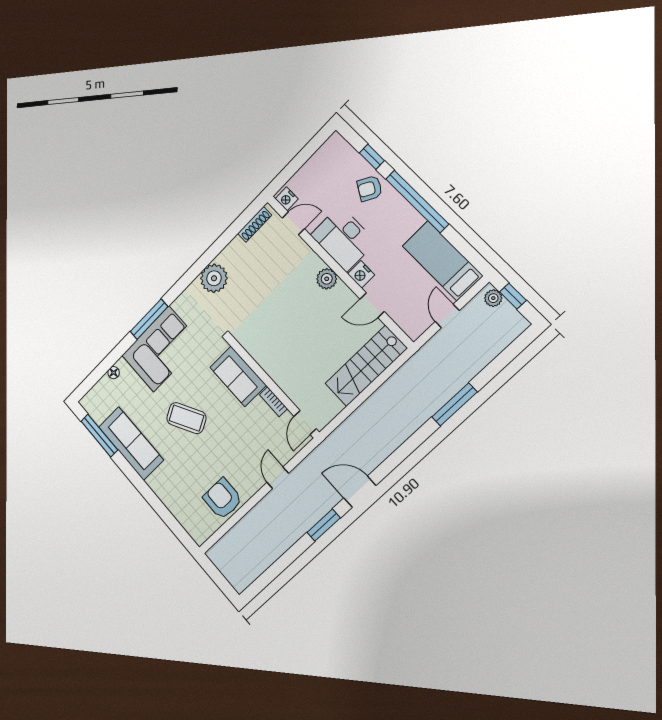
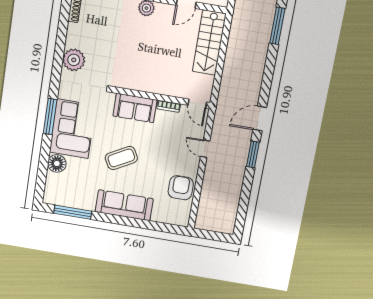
floor lamp: (114, 373) -> (57, 163), width x1.89, depth x1.89
sofa: (131, 443) -> (124, 205), moved
armchair: (223, 499) -> (181, 188), turned 90

